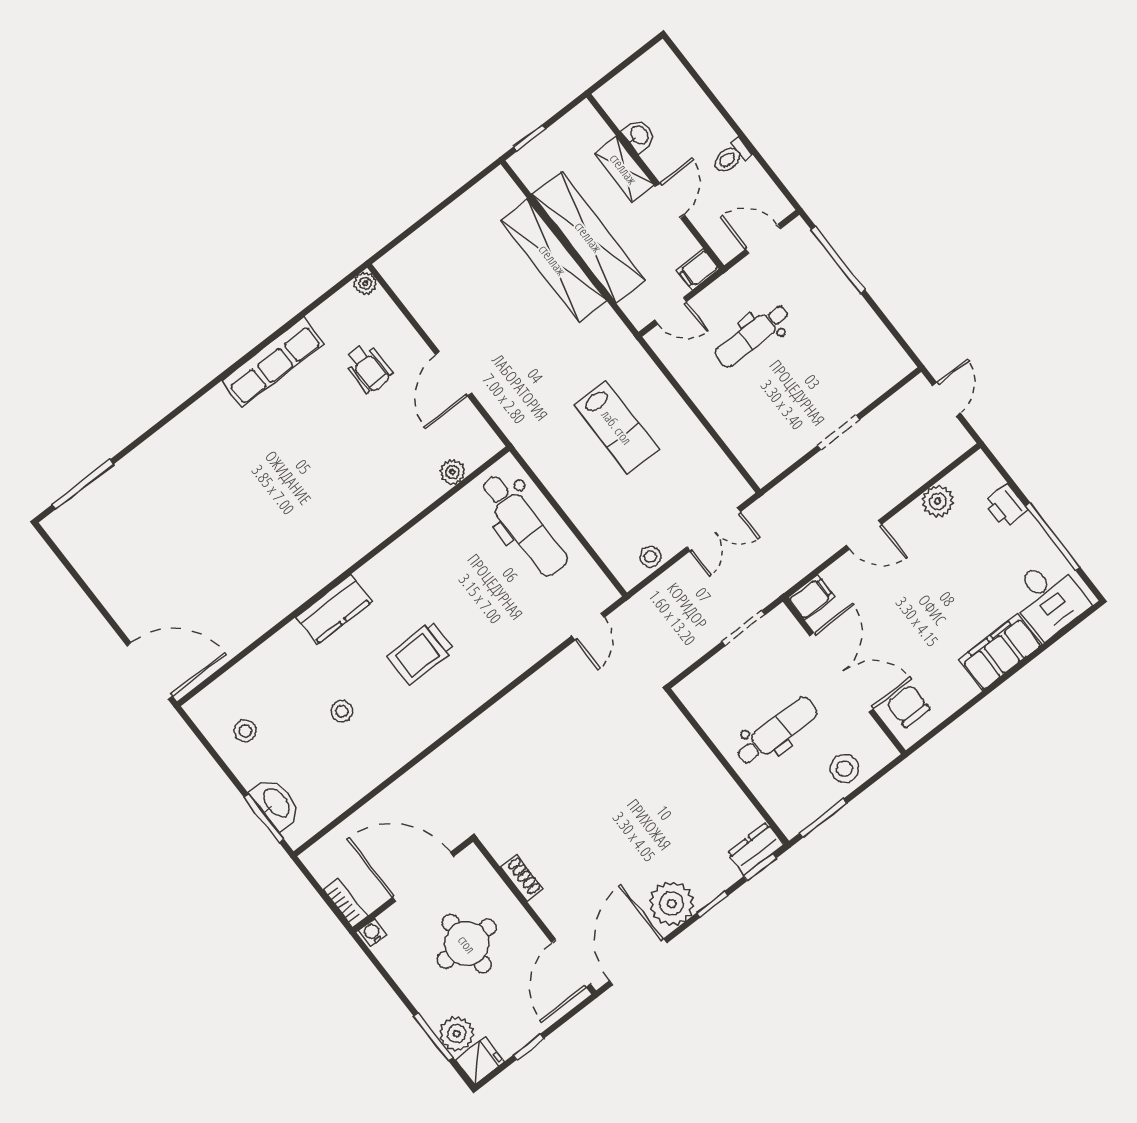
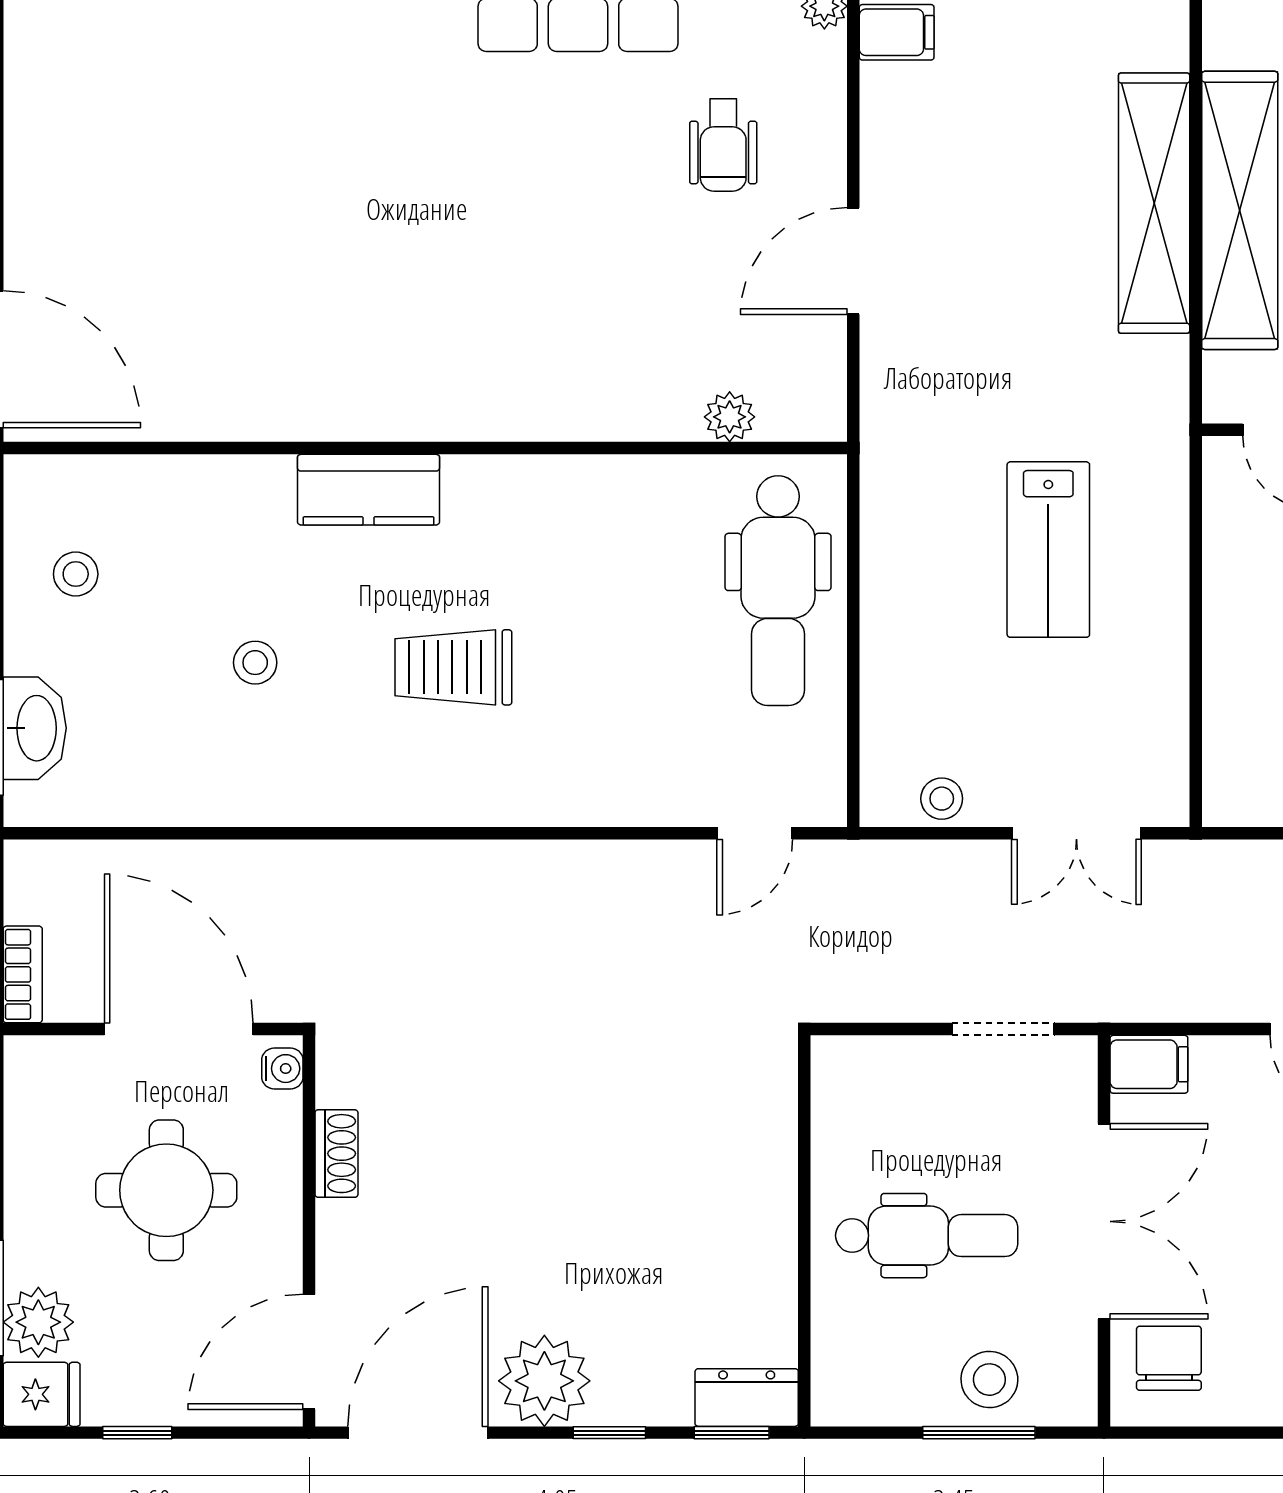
filing cabinet: (401, 272) -> (897, 32), added
window: (823, 818) -> (979, 1433), moved
water cooler: (373, 933) -> (282, 1069), moved, turned 90

